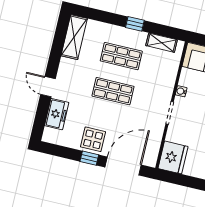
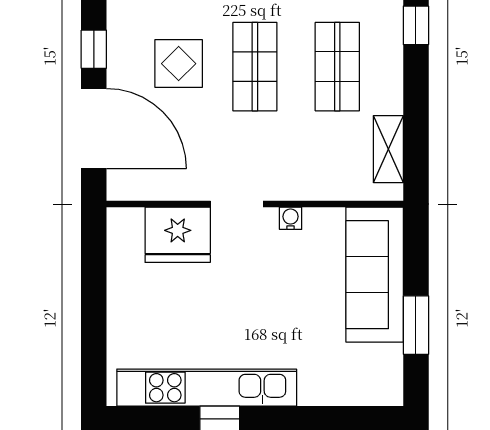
window: (135, 24) -> (416, 25), moved
display table: (93, 139) -> (179, 64), moved
fridge: (173, 157) -> (178, 235), moved

